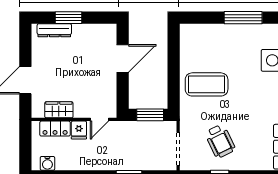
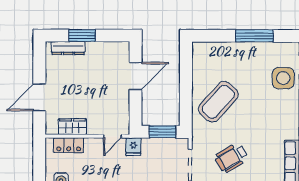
coffee table: (207, 84) -> (218, 102), turned -48
fridge: (79, 130) -> (133, 147), moved
wheelchair: (220, 141) -> (232, 158), turned 86

